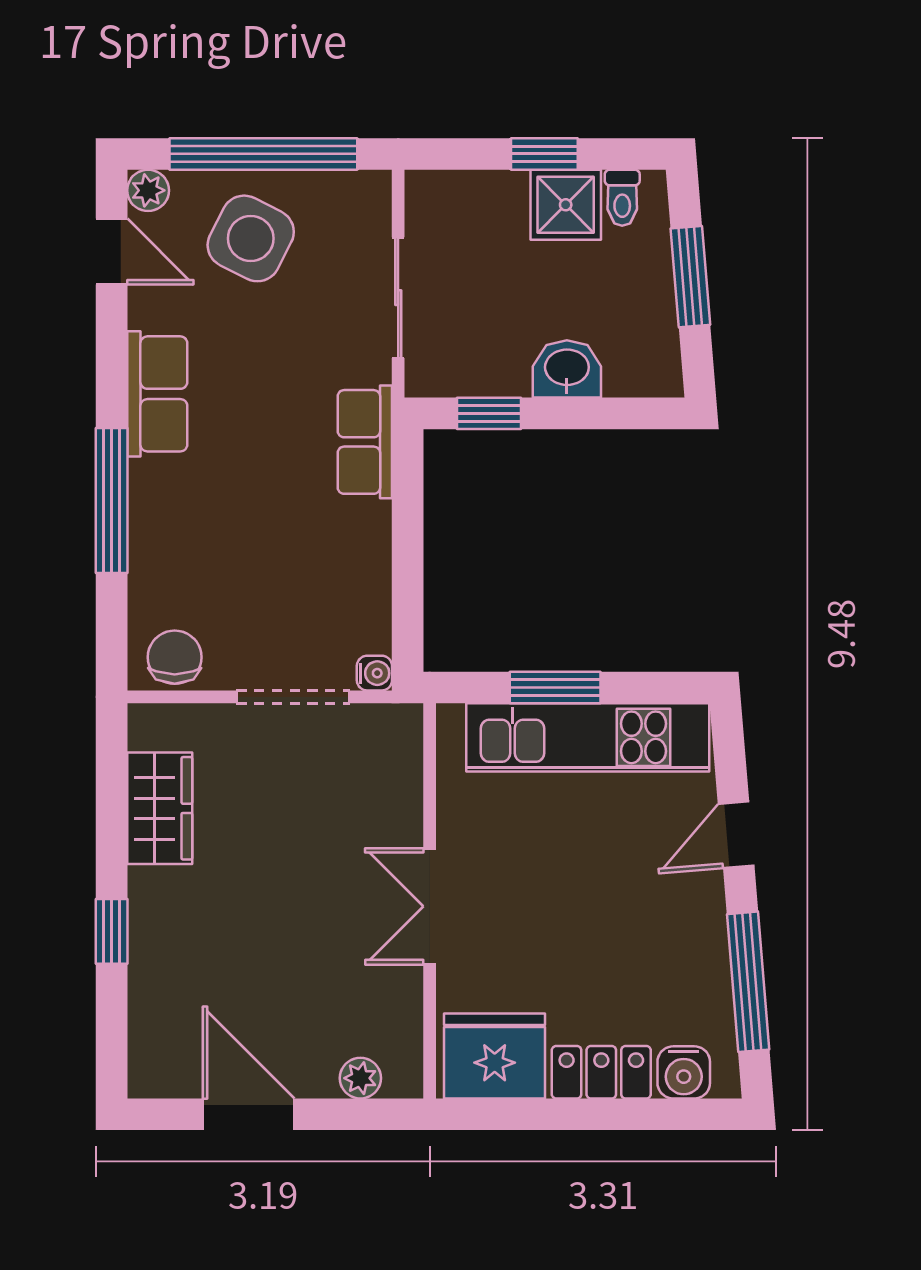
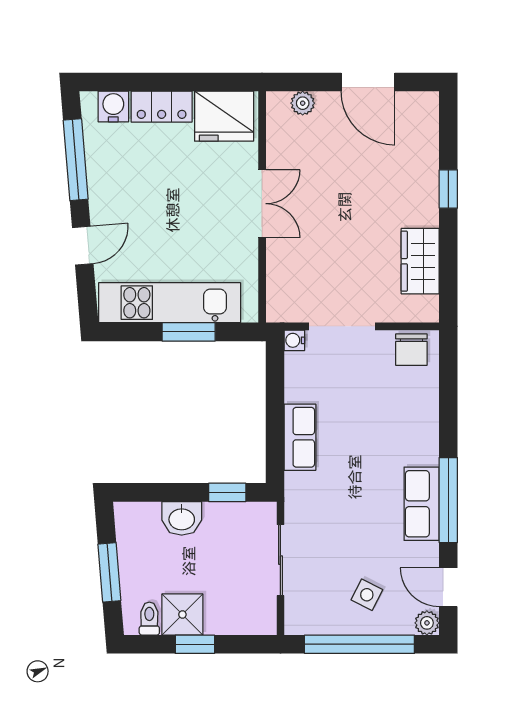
side table: (251, 238) -> (367, 595), width x0.54, depth x0.54
row of seats: (365, 442) -> (300, 437), moved
window: (112, 501) -> (448, 500), moved

